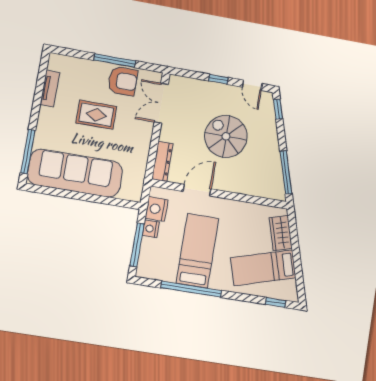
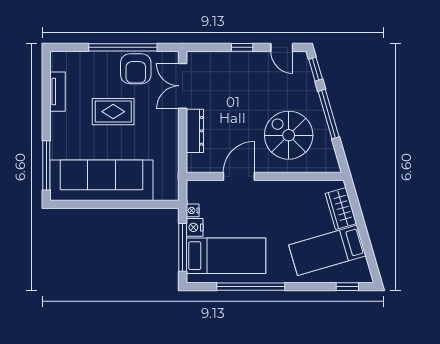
window: (115, 61) -> (123, 47), width x1.46
armchair: (123, 81) -> (136, 69), turned 90
spiral stairs: (226, 136) -> (289, 135), moved
dresser: (162, 161) -> (195, 131), moved
window: (286, 172) -> (329, 114), moved
nightstand: (157, 209) -> (193, 210), width x0.53, depth x0.56
bed: (197, 251) -> (226, 256), moved, turned 90

